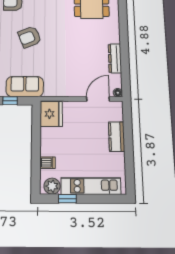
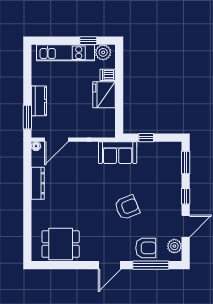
sofa: (25, 87) -> (118, 153), moved
fridge: (51, 114) -> (104, 95), moved
window: (127, 121) -> (27, 117), added

